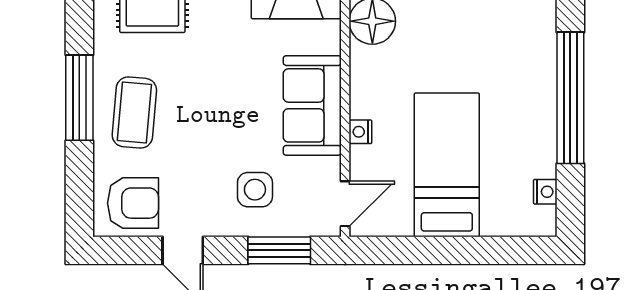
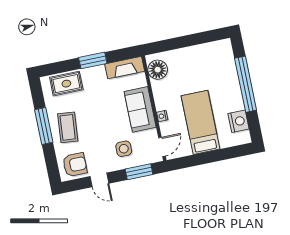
nightstand: (545, 192) -> (238, 121), width x1.89, depth x1.79

